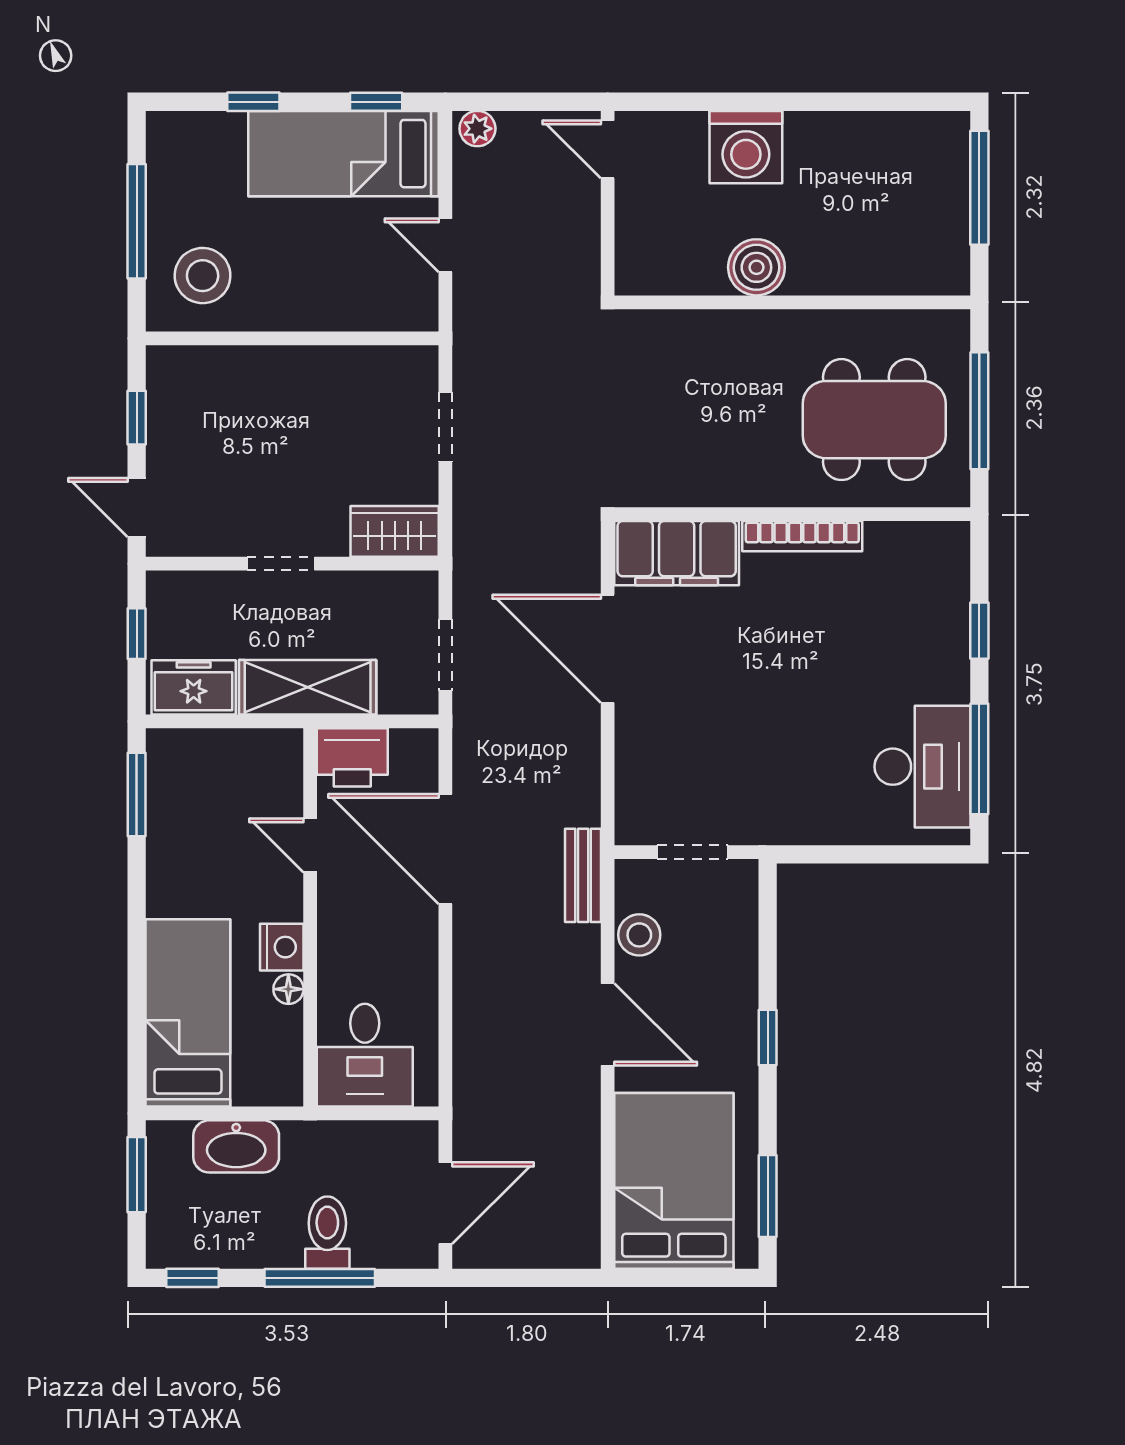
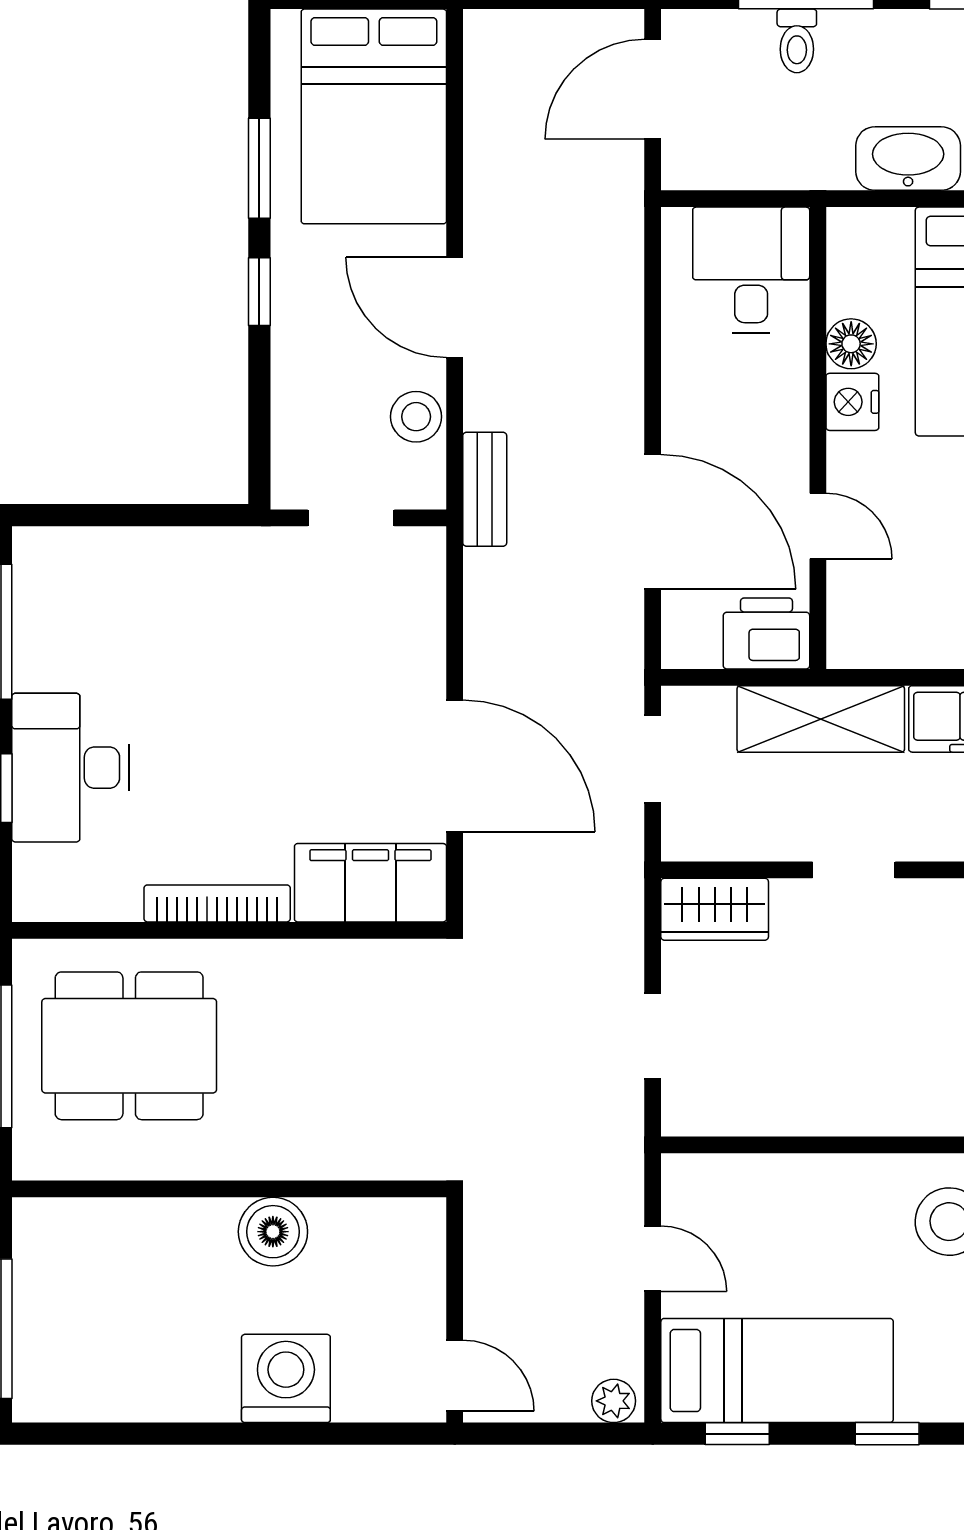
desk: (922, 767) -> (70, 768), moved
floor lamp: (288, 989) -> (851, 344), width x1.37, depth x1.37
window: (768, 1196) -> (259, 168), moved
toilet: (327, 1233) -> (797, 41), width x0.73, depth x0.72

